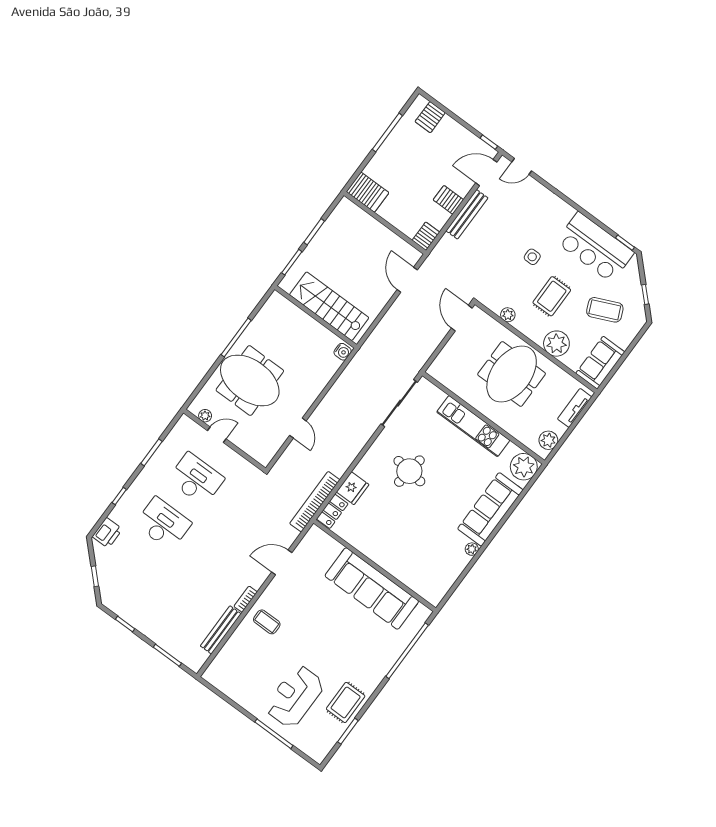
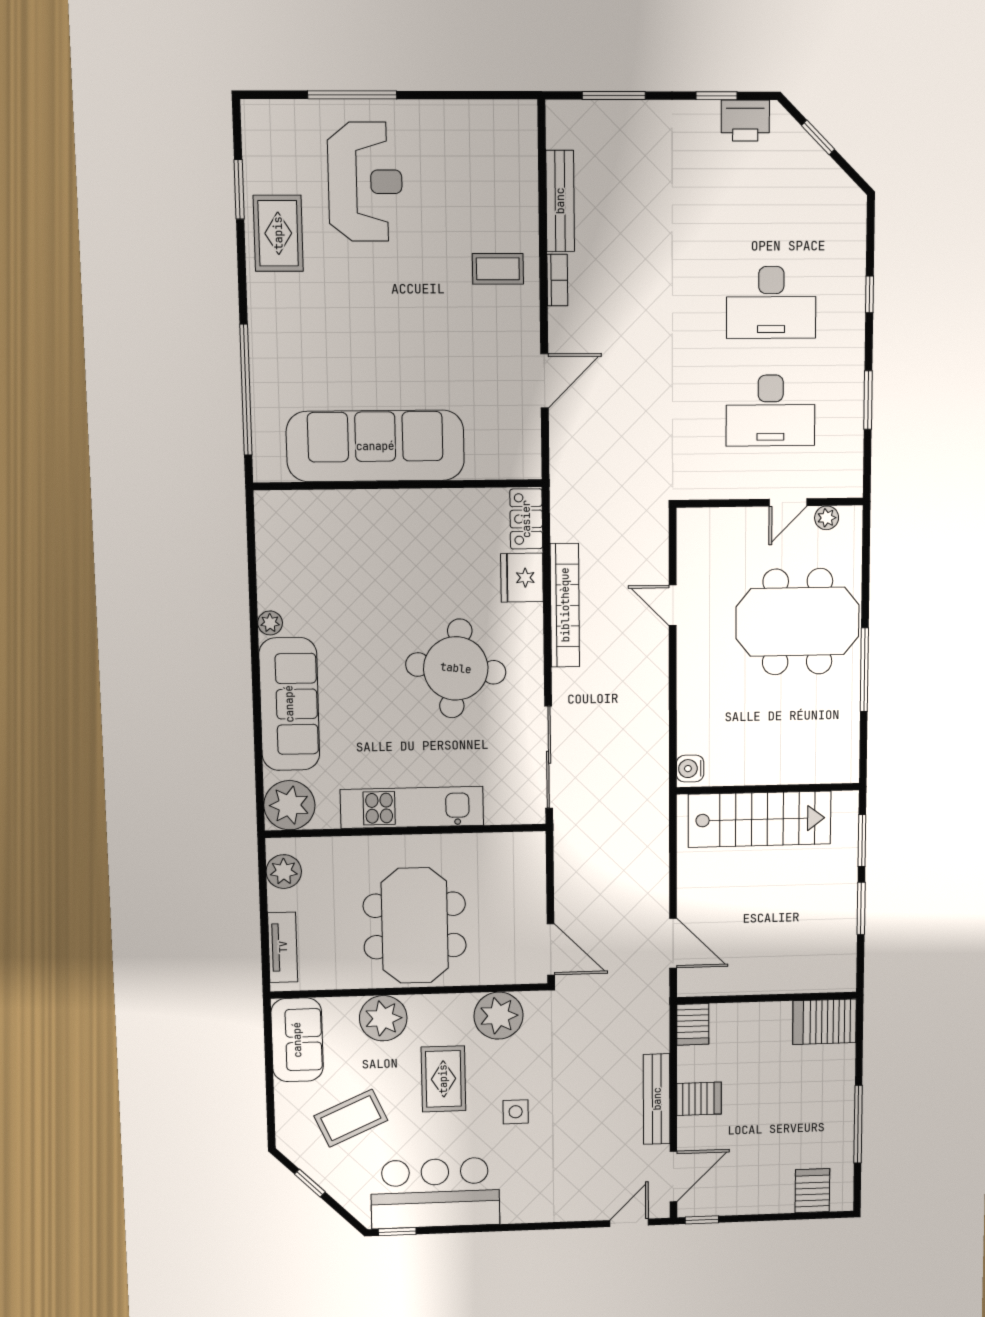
plant: (508, 315) -> (499, 1016), width x1.88, depth x1.88
round table: (409, 471) -> (456, 668), width x1.36, depth x1.36
bookcase: (315, 502) -> (565, 605), moved
printer: (107, 533) -> (745, 121), moved, turned -90

